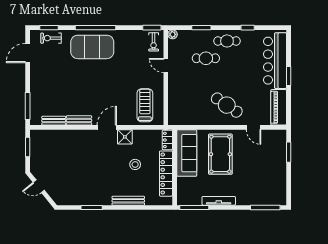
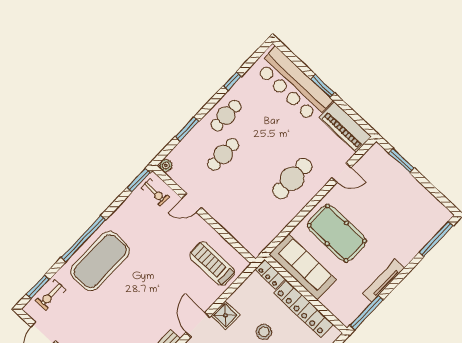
cafe table: (227, 105) -> (292, 179), turned -34

